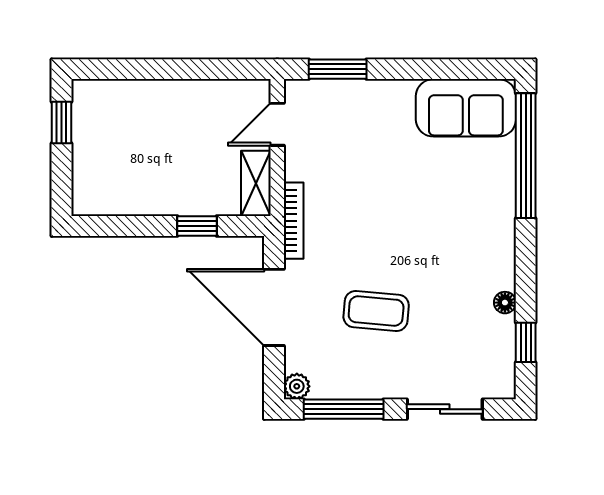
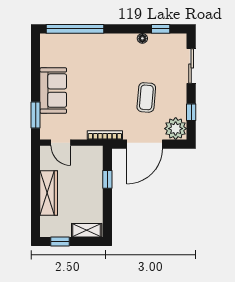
wardrobe: (167, 98) -> (49, 193), added
sofa: (466, 108) -> (53, 91), moved
shelving: (256, 183) -> (87, 230), moved
plant: (297, 386) -> (176, 129), width x1.87, depth x1.87
window: (344, 409) -> (191, 112), width x0.46

